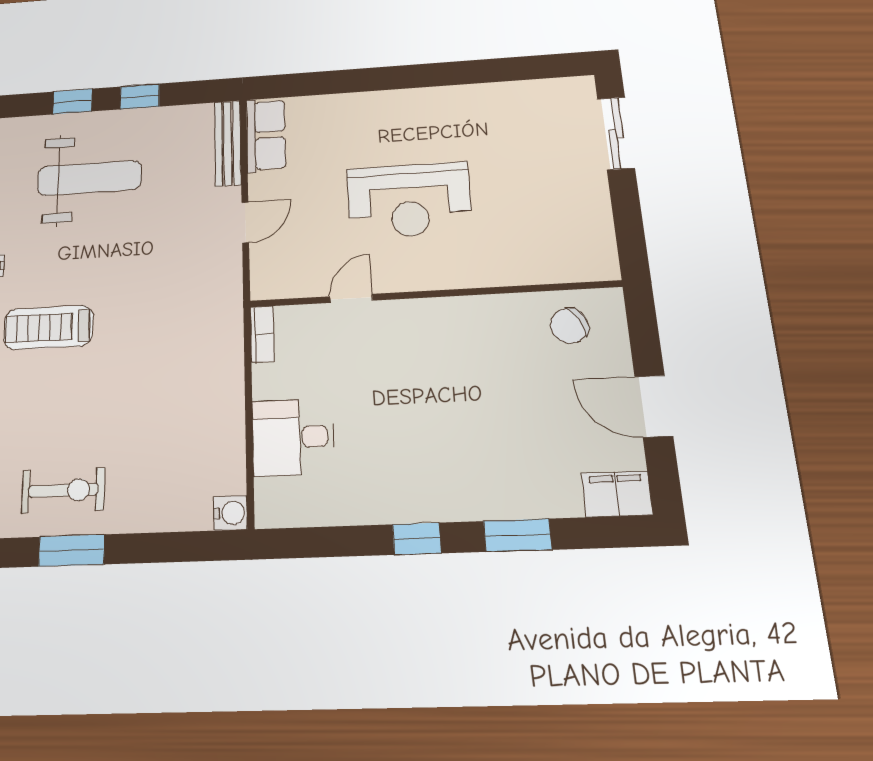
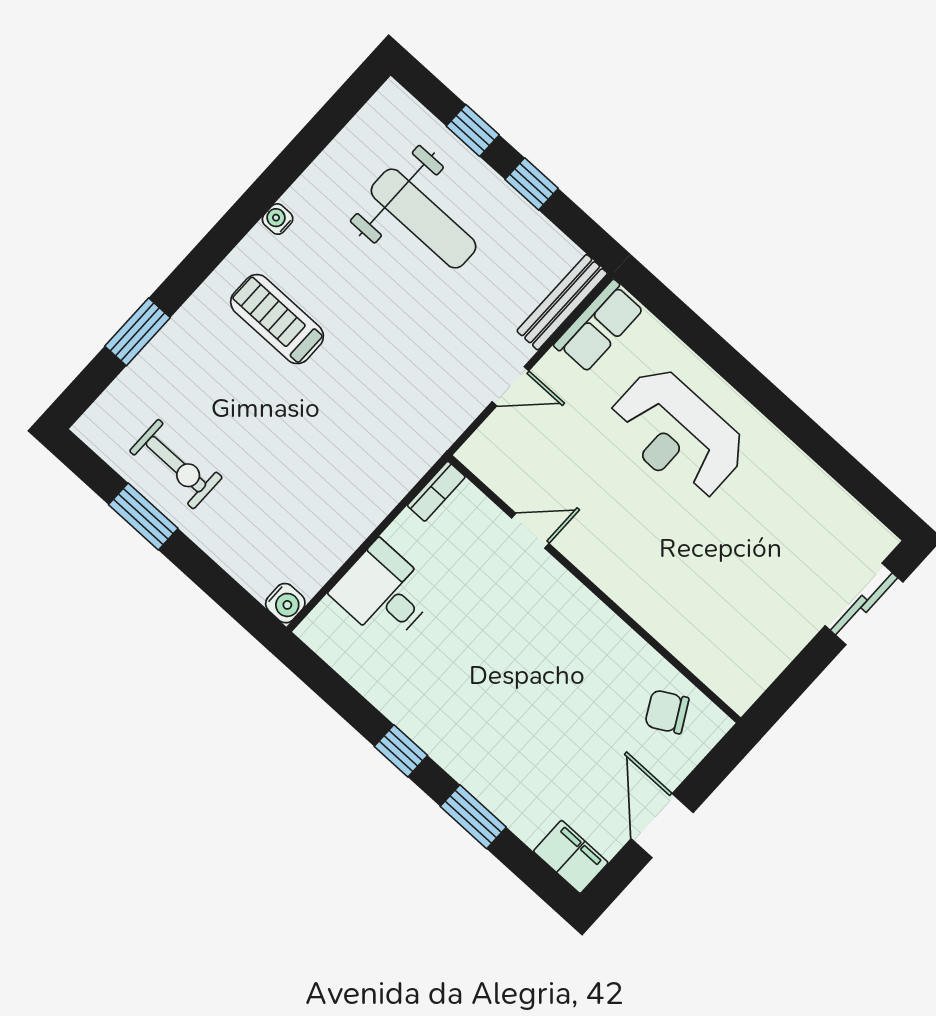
reception desk: (409, 200) -> (677, 434), moved

